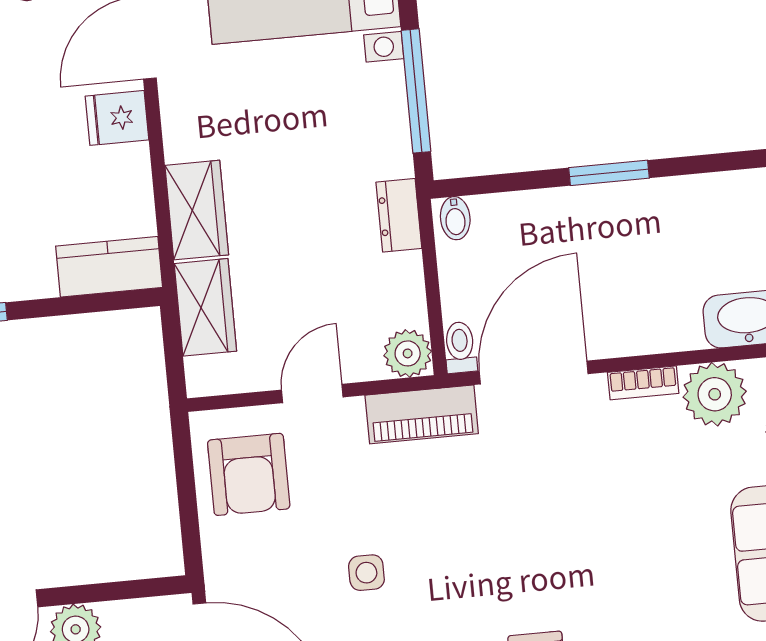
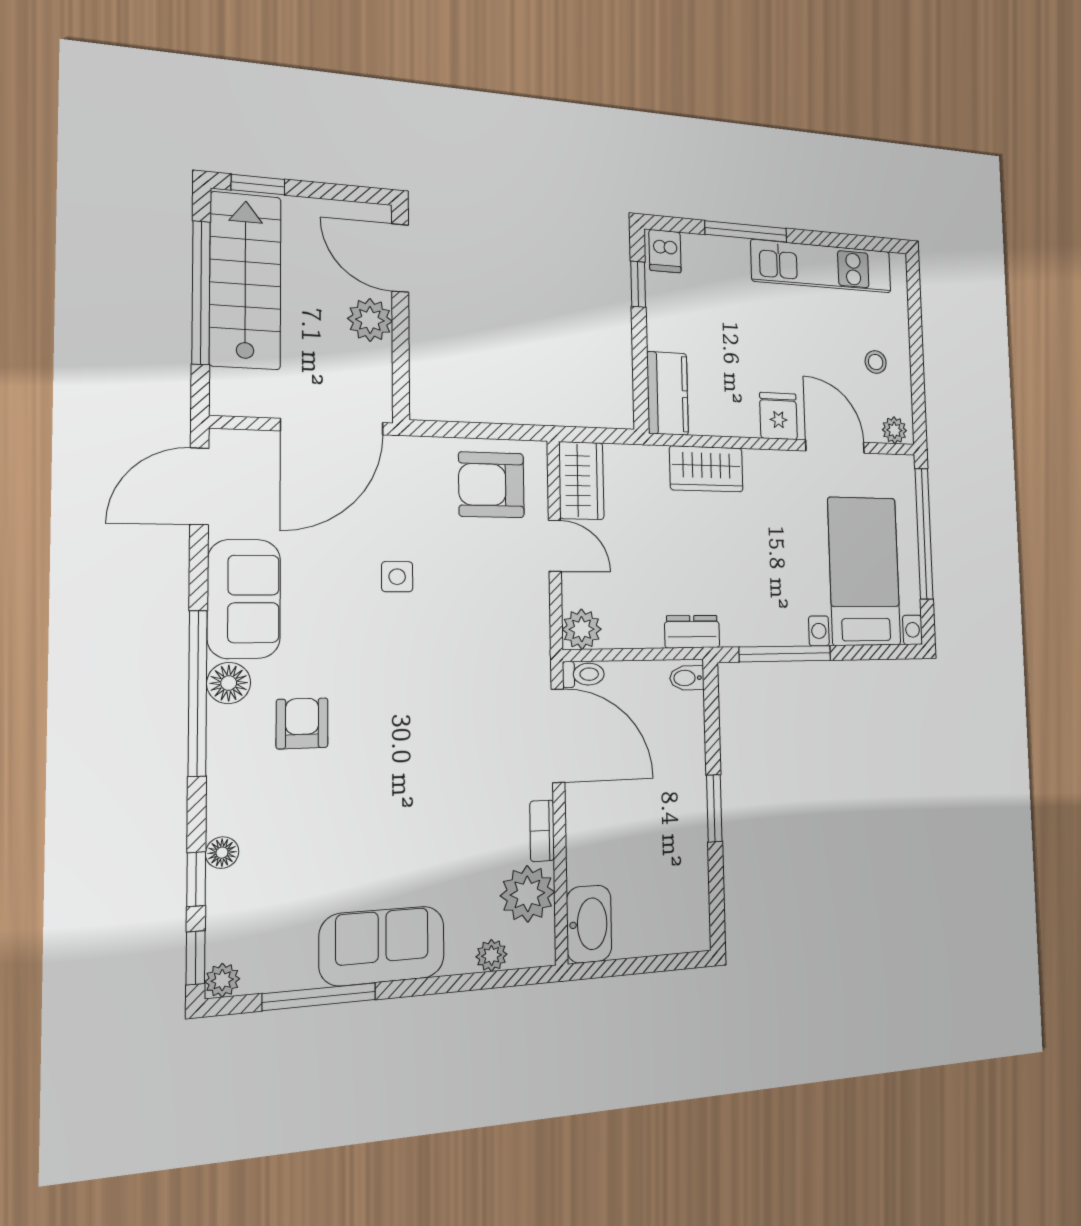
wardrobe: (205, 307) -> (581, 481), moved, turned -90
piano: (422, 414) -> (530, 637), removed

